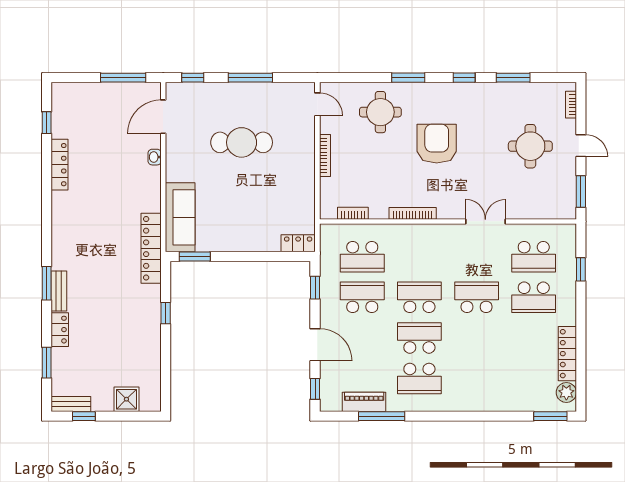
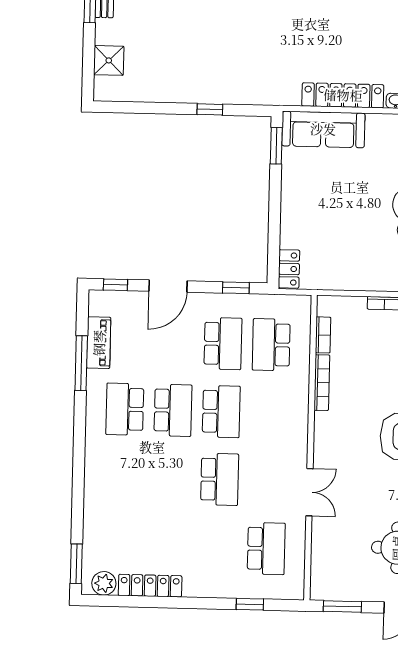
bookcase: (413, 213) -> (322, 383), moved
locker: (151, 248) -> (343, 95), moved
school desk: (534, 257) -> (266, 548), turned 180
school desk: (534, 297) -> (218, 547), removed

